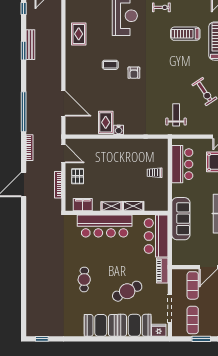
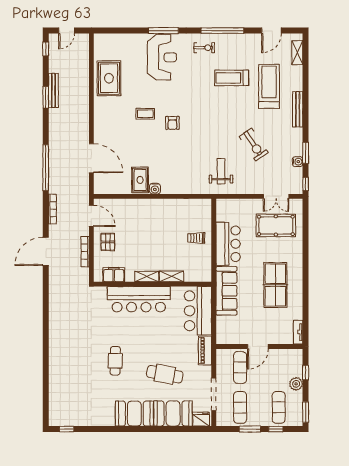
rug: (79, 34) -> (109, 78), width x1.36, depth x1.43
bar counter: (182, 164) -> (228, 244), moved
cafe table: (127, 291) -> (165, 374), turned 38

